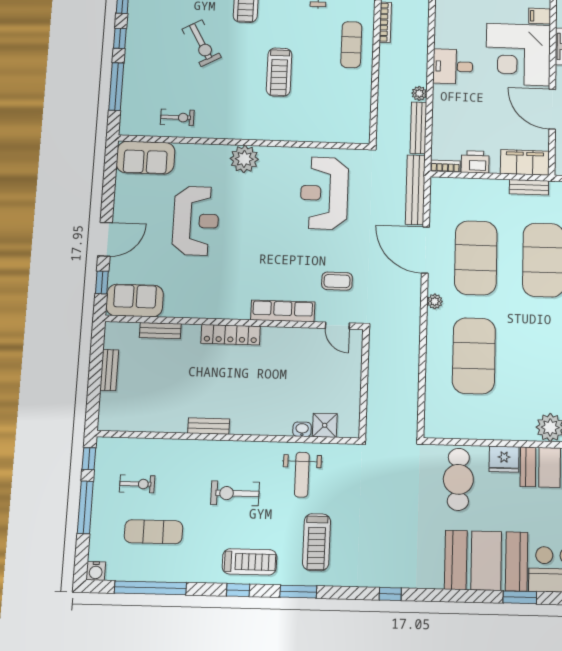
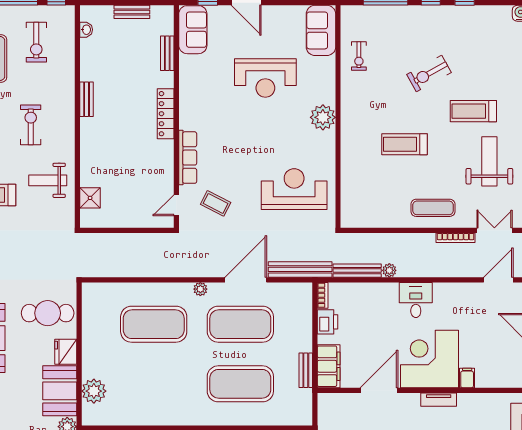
coffee table: (337, 281) -> (216, 203), turned -63
washbasin: (302, 429) -> (86, 30), moved
exercise bike: (137, 484) -> (36, 42), width x1.38, depth x1.39

